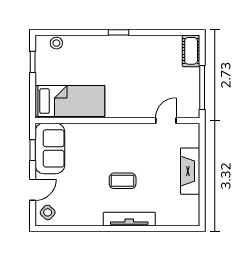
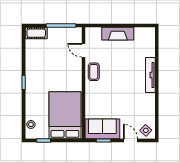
bed: (70, 101) -> (65, 115), width x1.50
coffee table: (123, 181) -> (94, 72), moved

